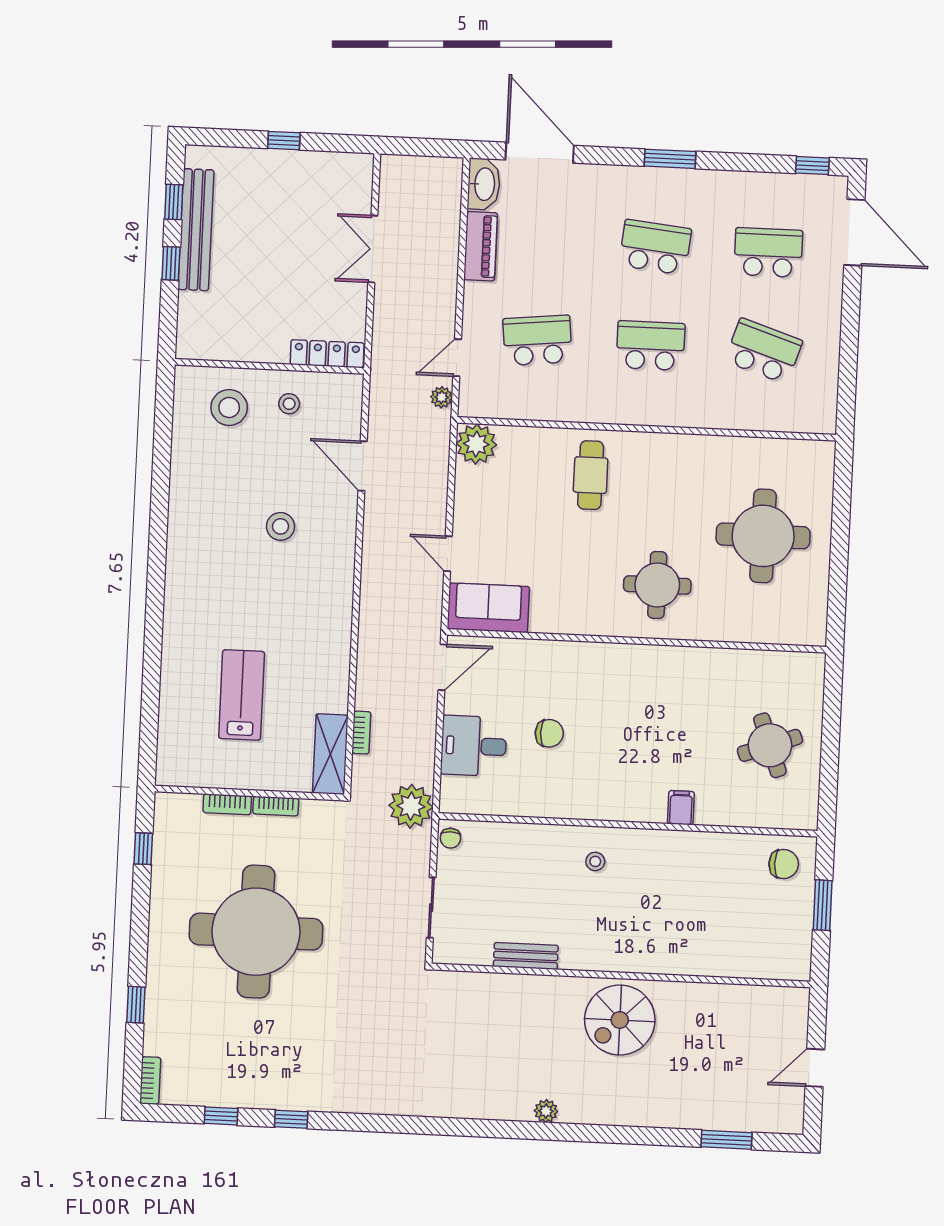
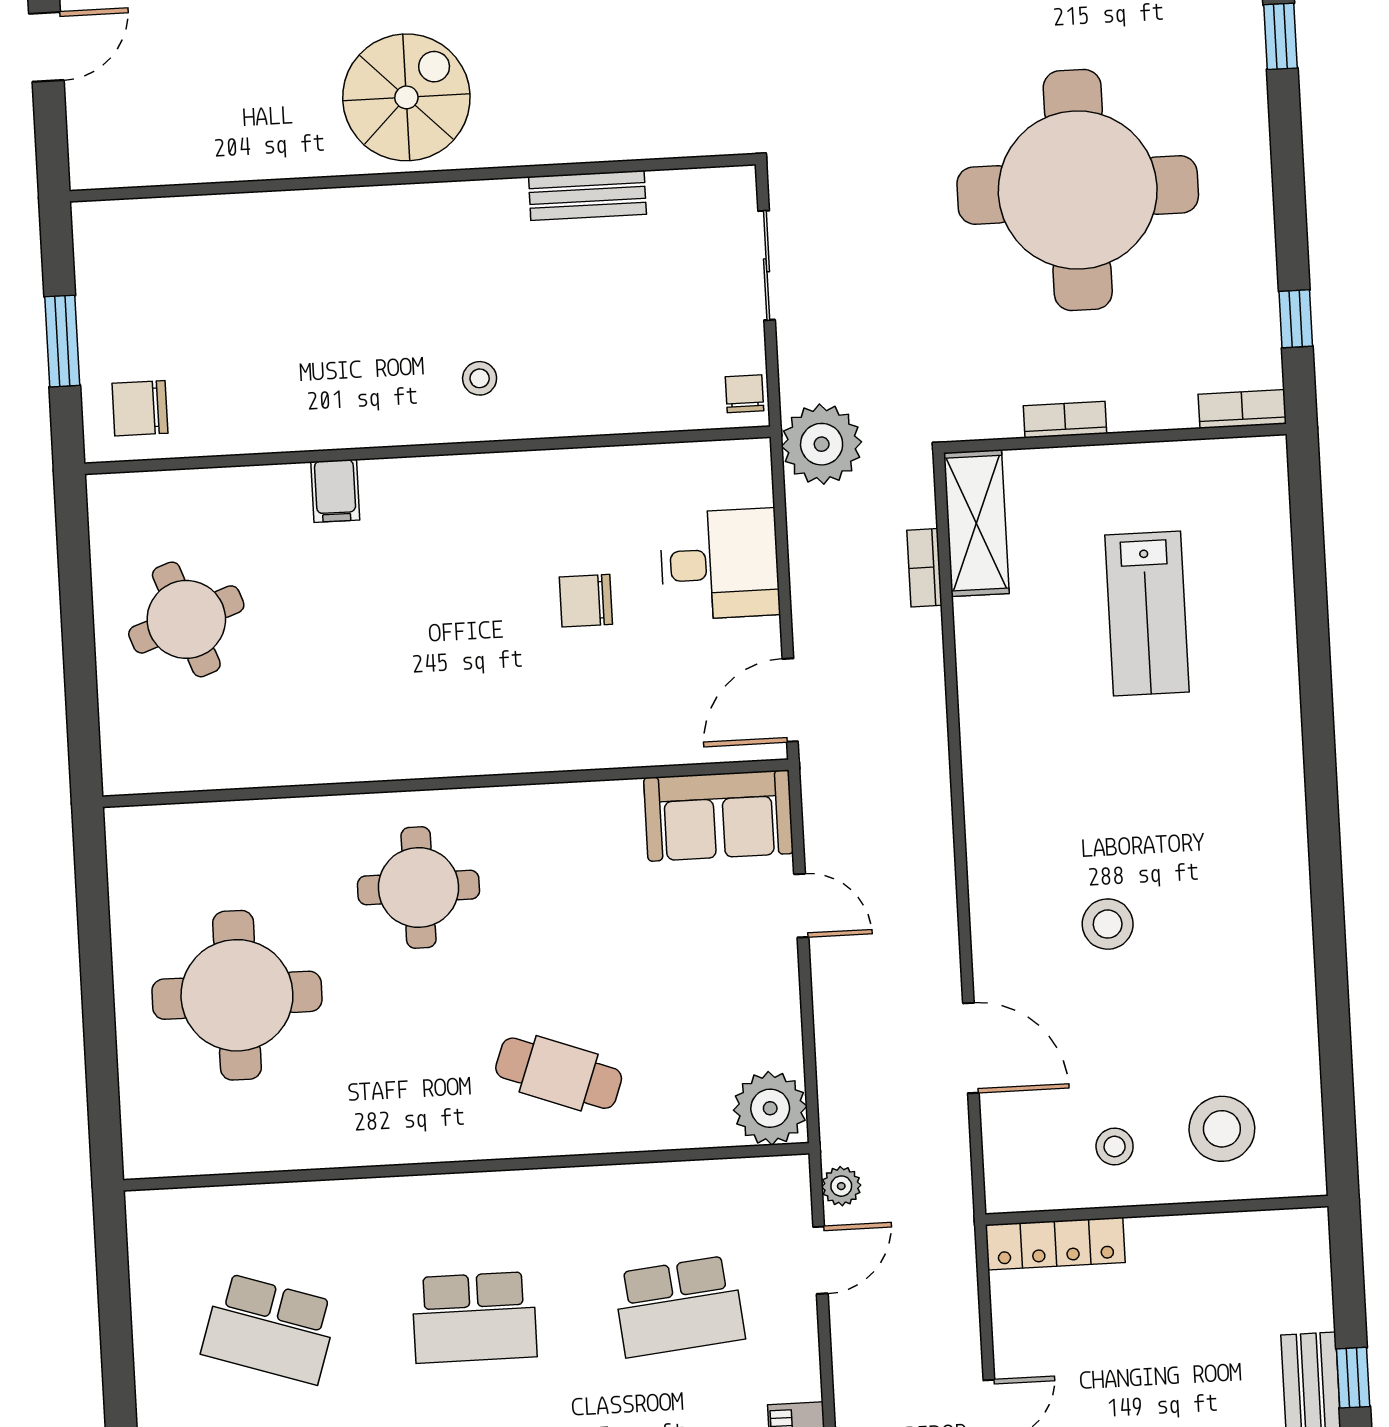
cafe table: (591, 475) -> (559, 1073), turned -70
bookcase: (227, 804) -> (1242, 409), moved

